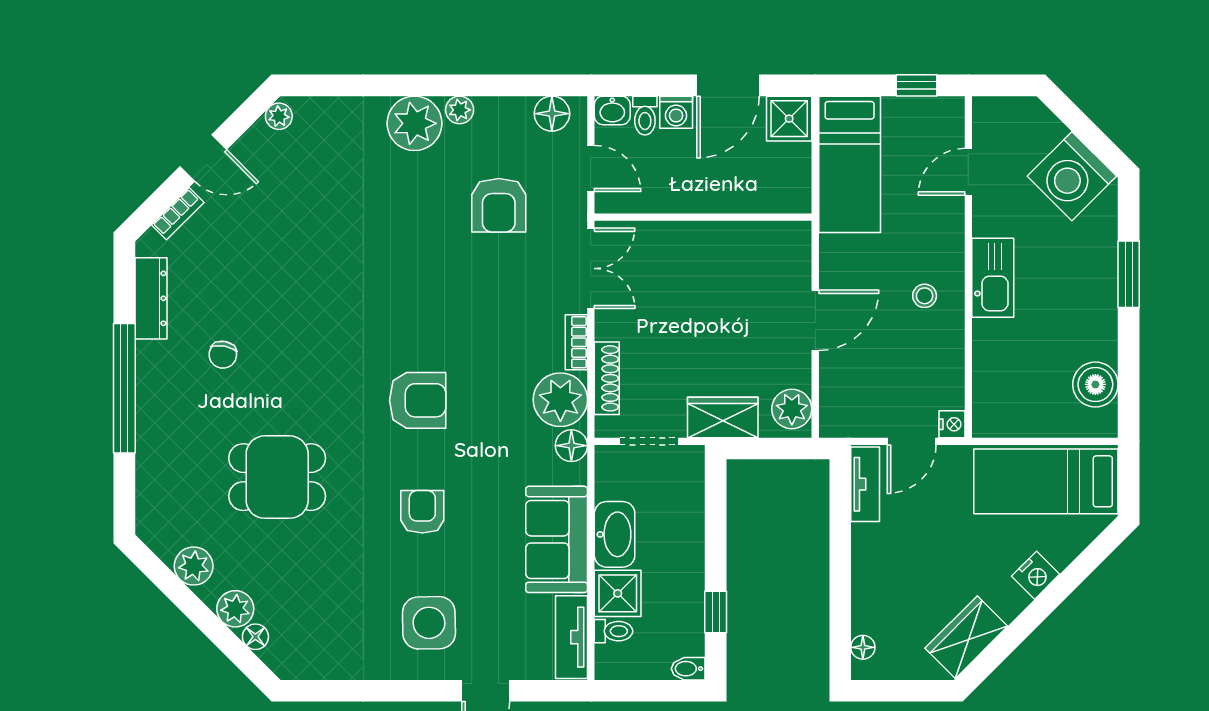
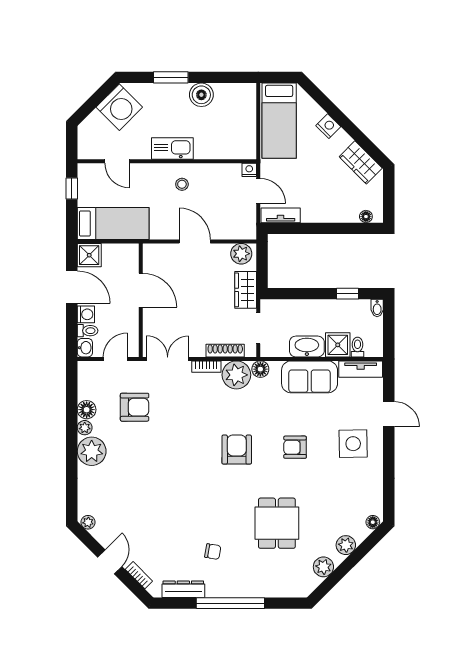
floor lamp: (552, 114) -> (87, 410), moved
door: (722, 217) -> (141, 290), added
boiler: (1095, 384) -> (201, 95), moved
floor lamp: (255, 637) -> (373, 522), moved

